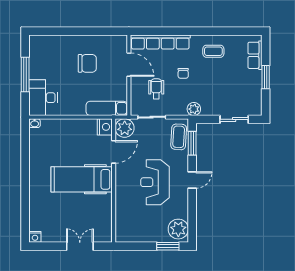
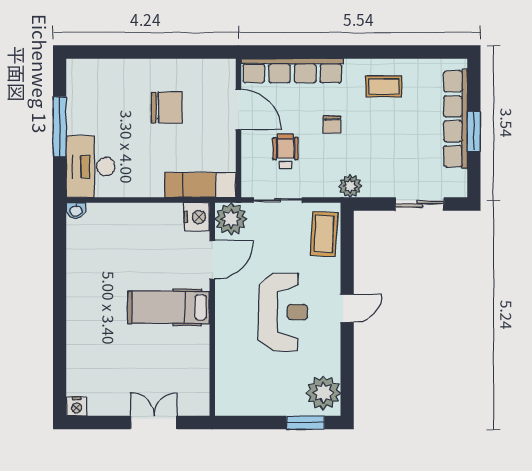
row of seats: (255, 55) -> (455, 119), width x2.02
window: (192, 143) -> (347, 245), removed
hospital bed: (82, 179) -> (169, 307), width x0.73, depth x0.78
reception desk: (155, 182) -> (283, 312), turned 180

